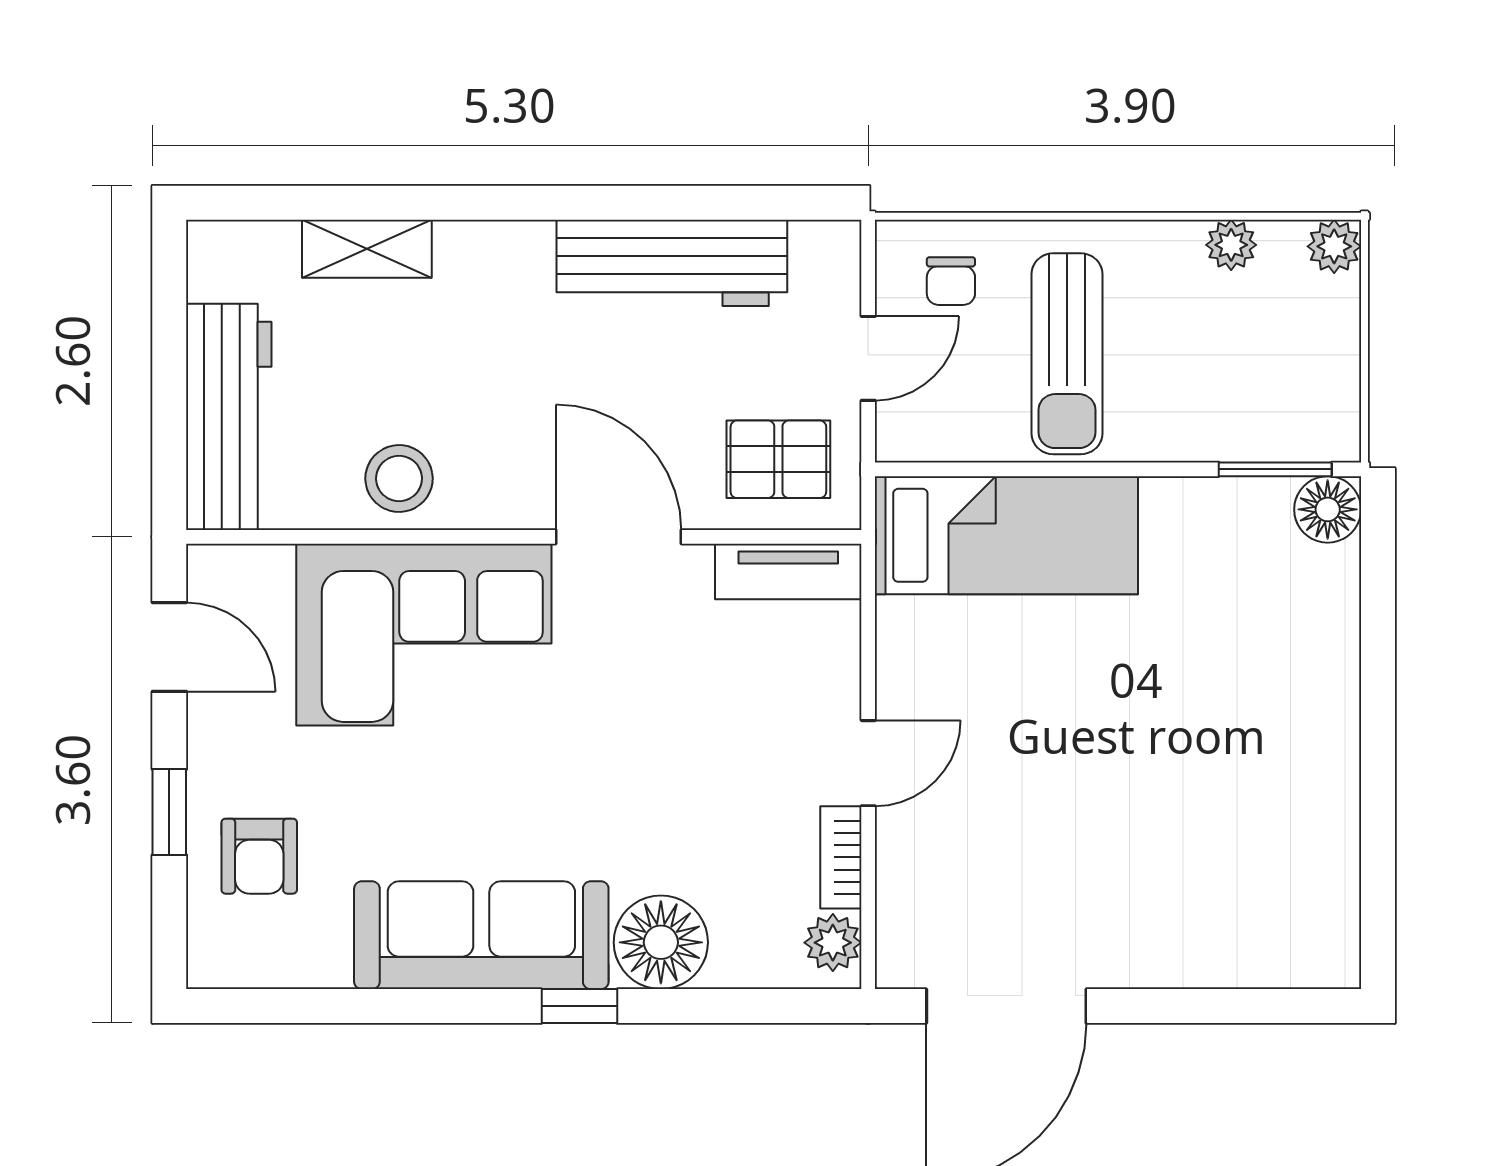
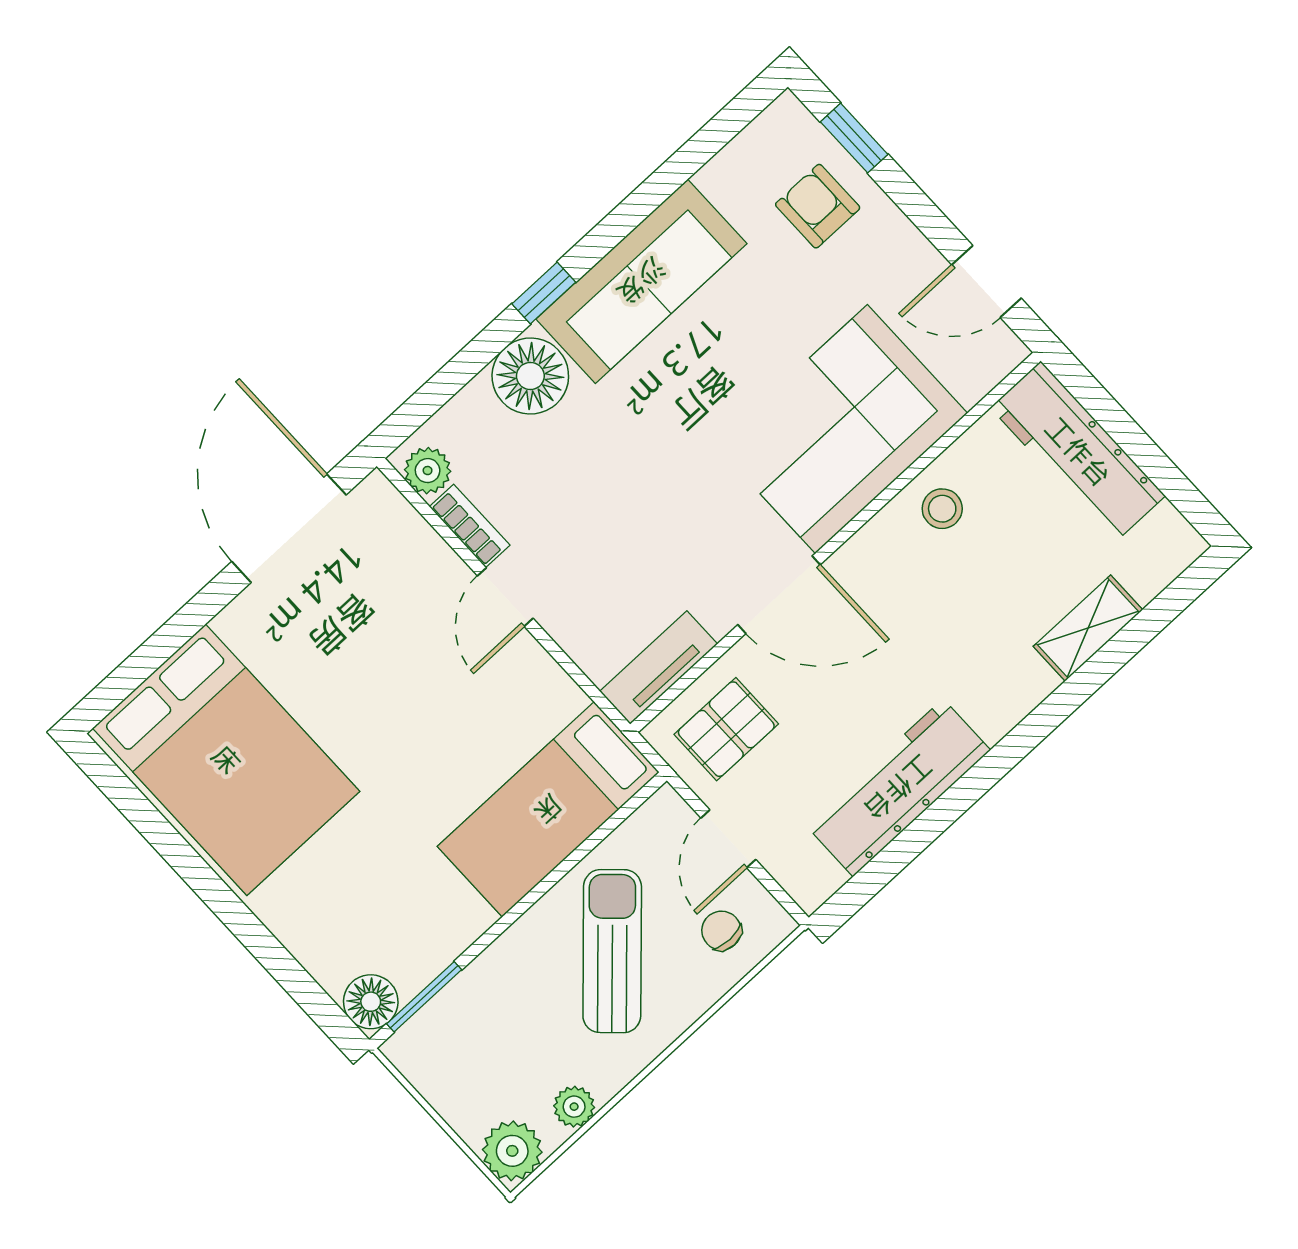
plant: (1334, 246) -> (512, 1151), width x1.38, depth x1.38
sun lounger: (1067, 354) -> (612, 951), turned 43
stool: (399, 478) -> (942, 509), width x0.73, depth x0.73
window: (169, 812) -> (854, 138), moved
bed: (1256, 849) -> (226, 760), added

